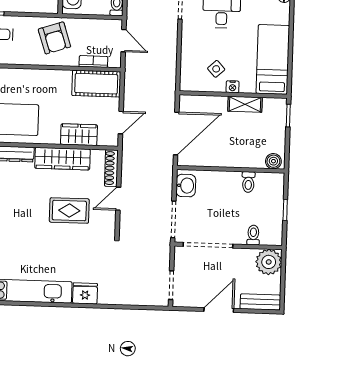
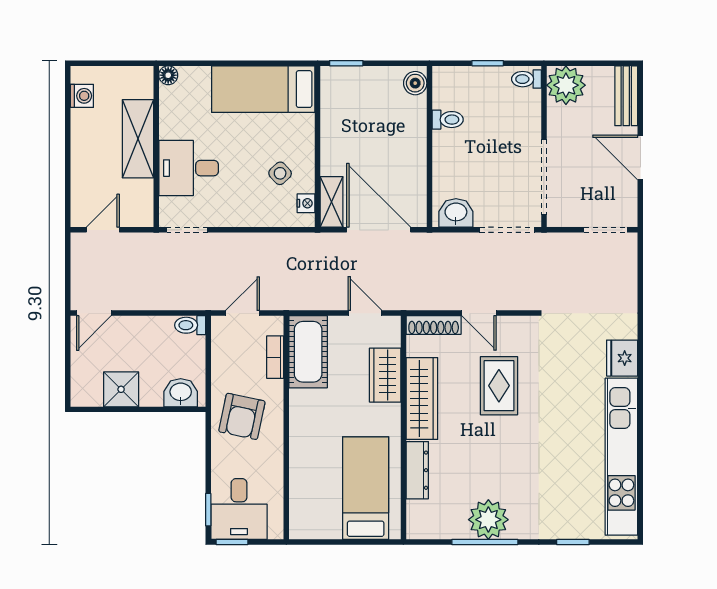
armchair: (54, 38) -> (242, 416), turned 120
nightstand: (233, 87) -> (306, 203), moved
shelving: (245, 104) -> (332, 202), moved
toilet: (253, 235) -> (526, 79), moved

